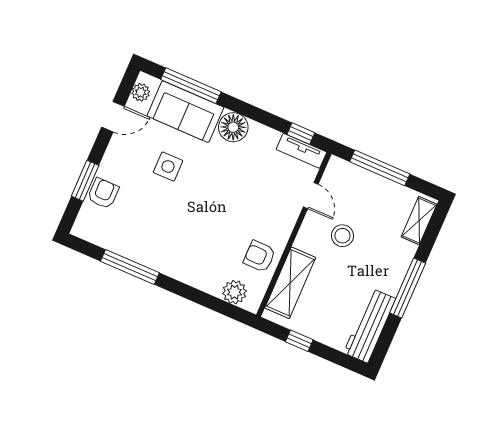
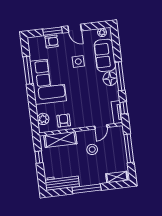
window: (191, 86) -> (120, 76), moved
door: (113, 117) -> (75, 28), moved
corner sofa: (171, 242) -> (48, 81), added

